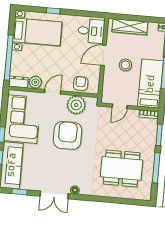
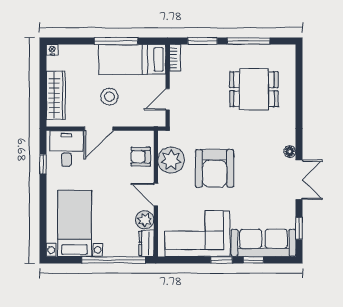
window: (53, 11) -> (43, 164), moved
door: (103, 55) -> (99, 129), hinge flipped
door: (120, 106) -> (168, 99), swing flipped
armchair: (68, 135) -> (215, 168), turned -90
dining table: (122, 168) -> (254, 89), width x0.73

